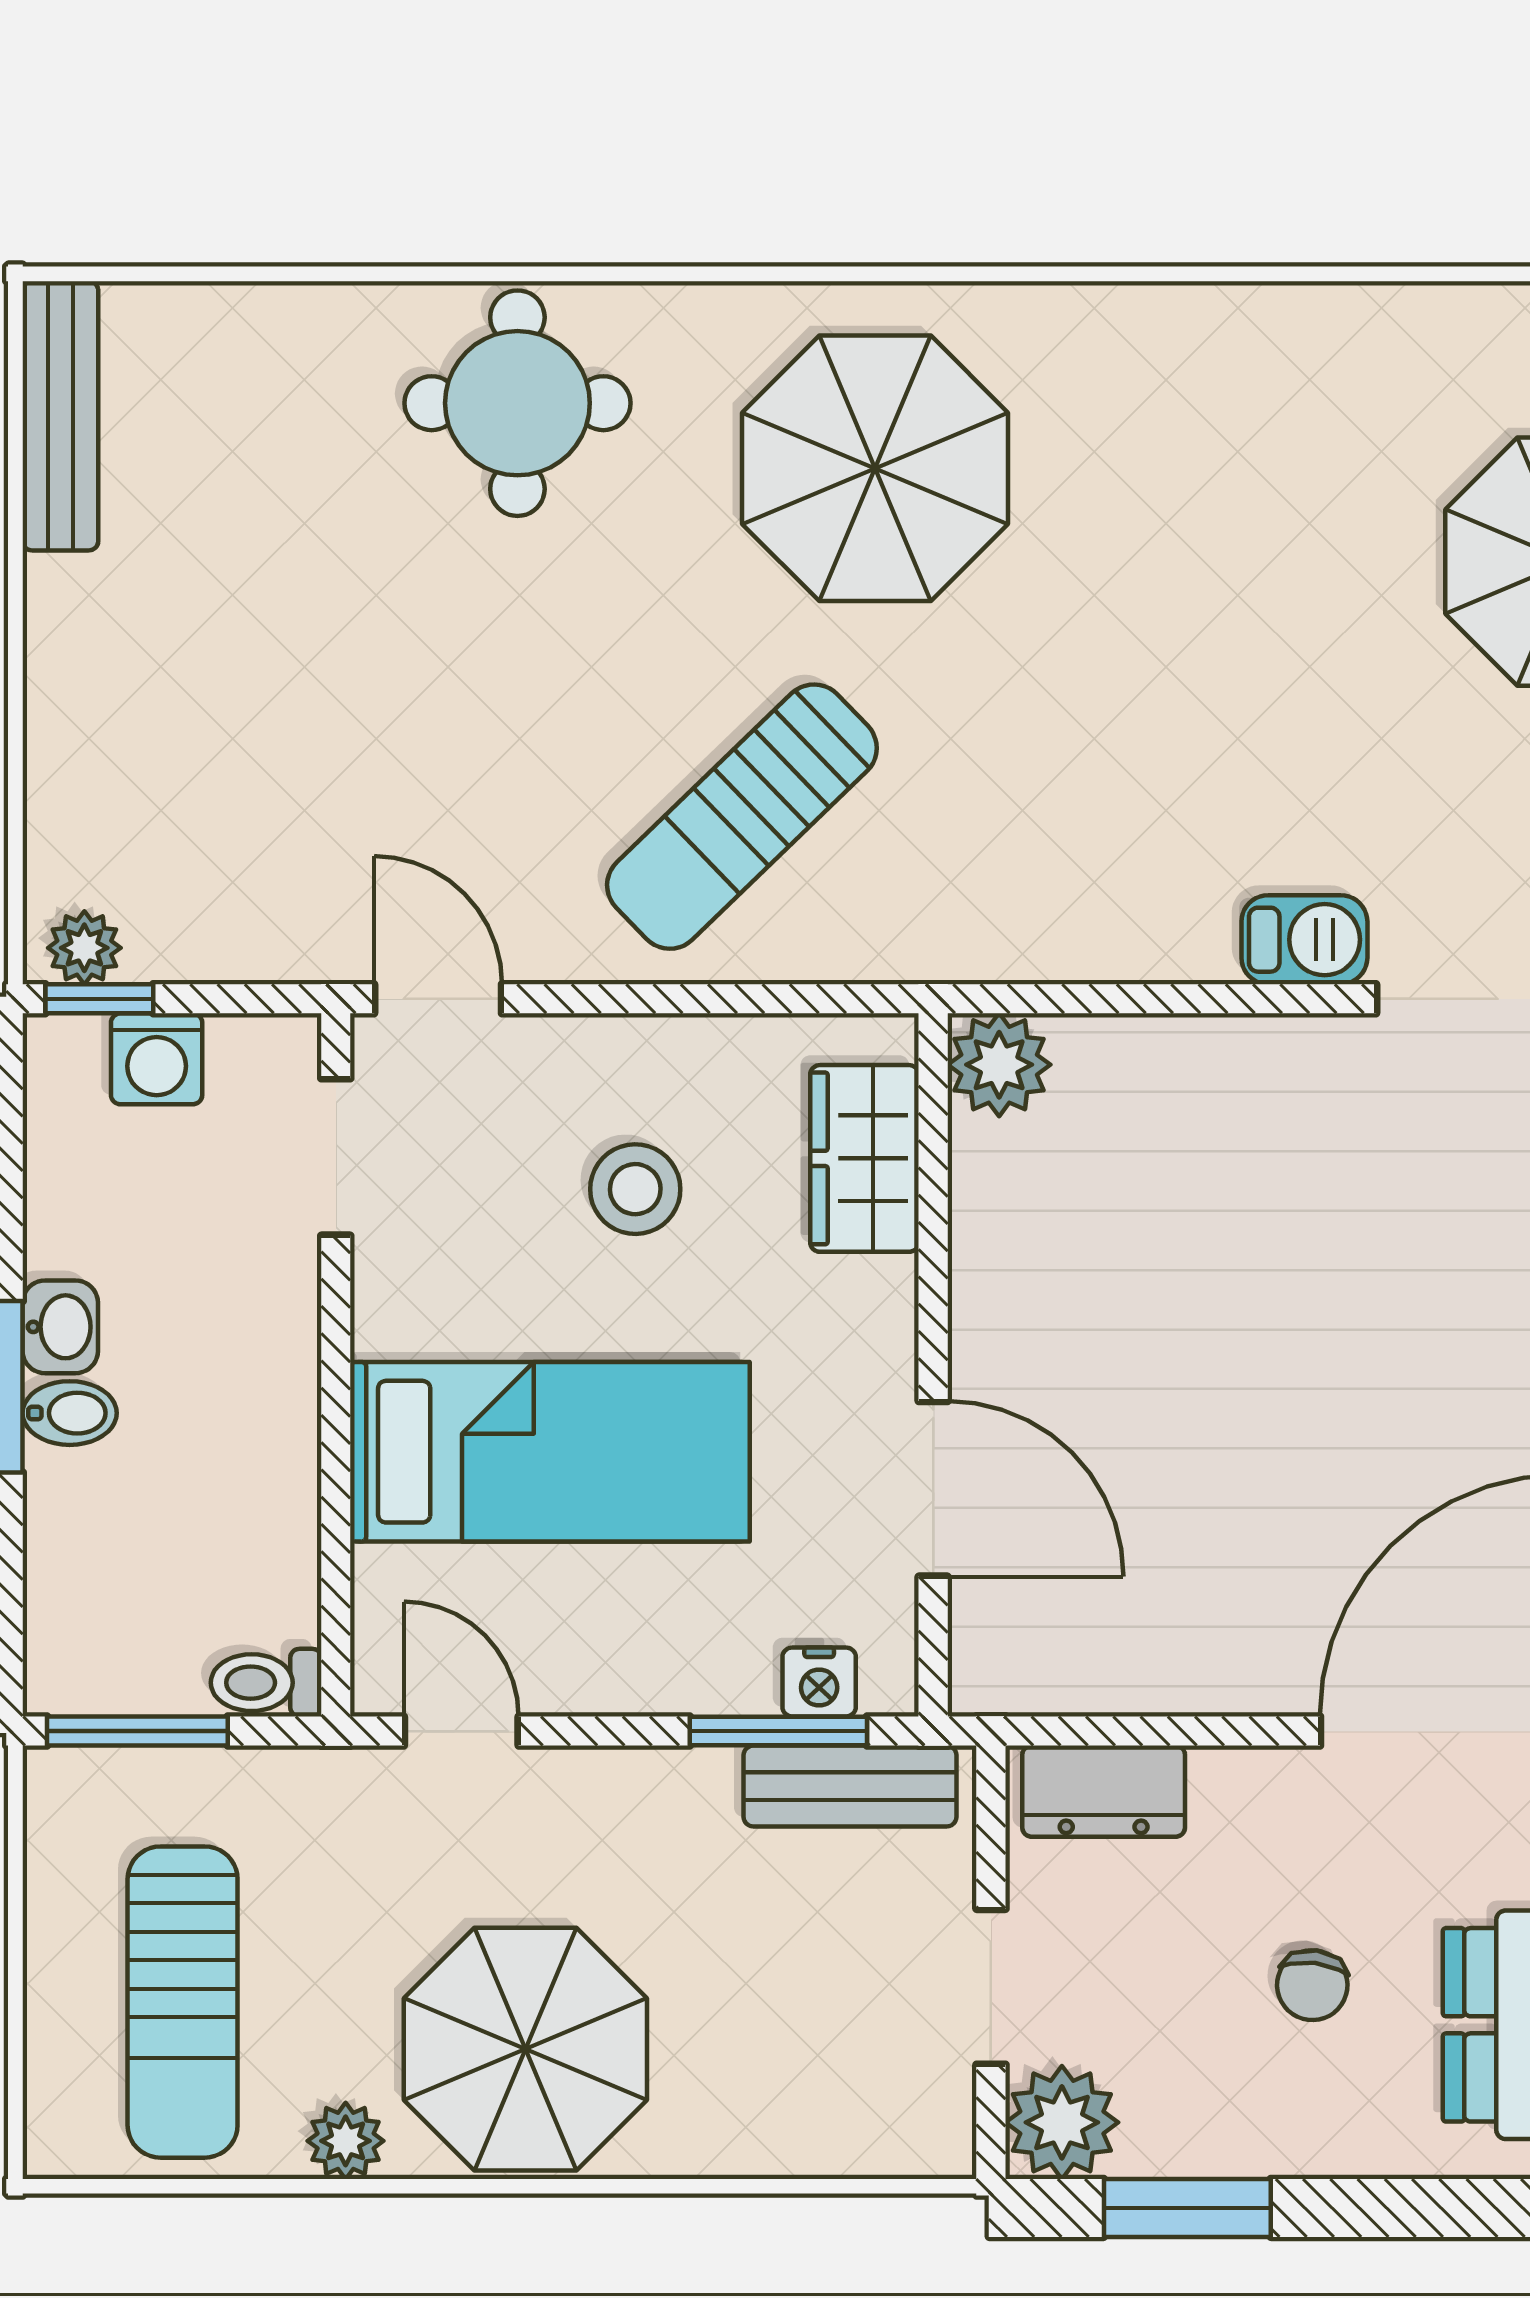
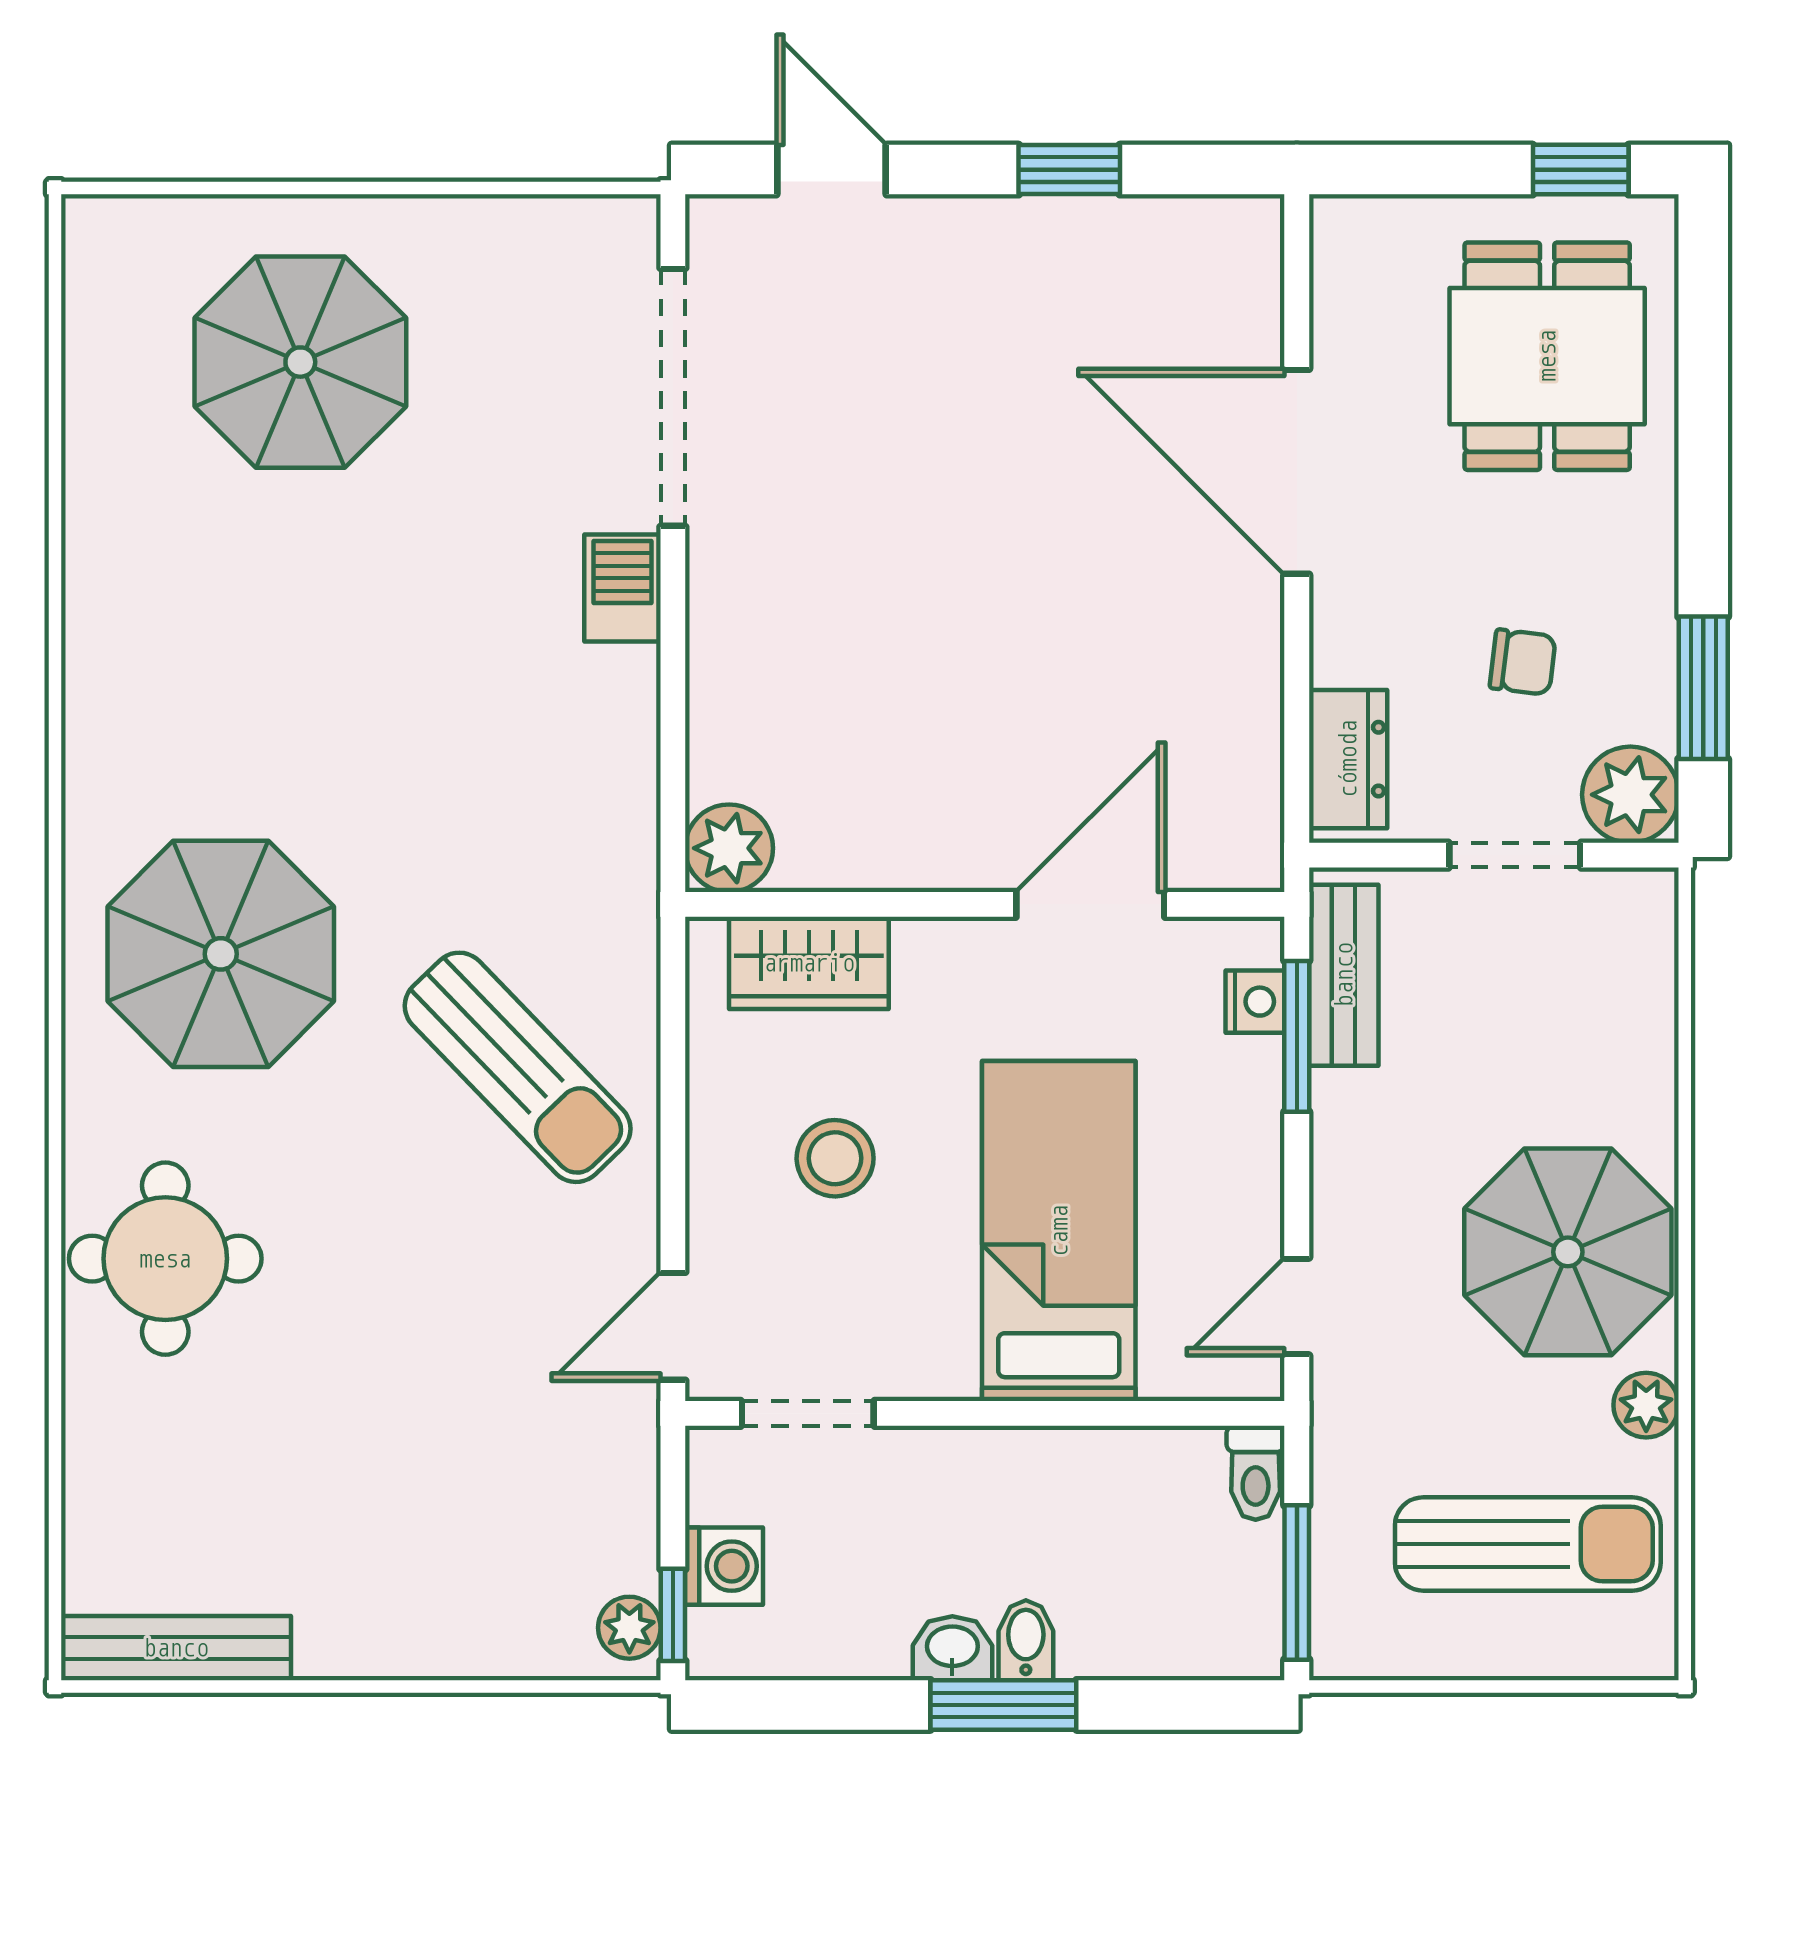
chair: (1312, 1985) -> (1523, 662), moved

